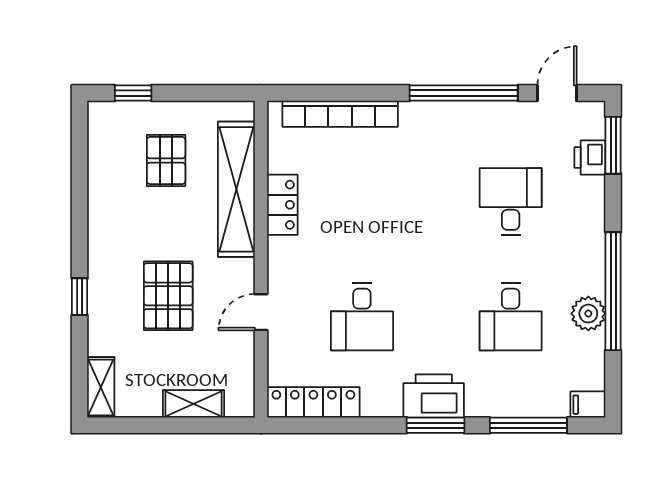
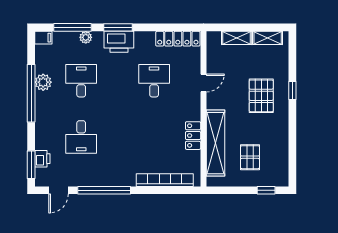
pallet: (168, 296) -> (261, 96), moved
shelving: (101, 387) -> (268, 38), moved, turned 90
plant: (501, 405) -> (86, 37), added

